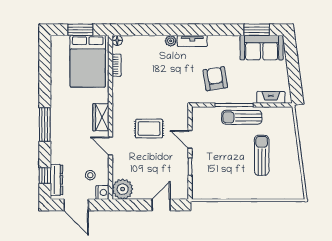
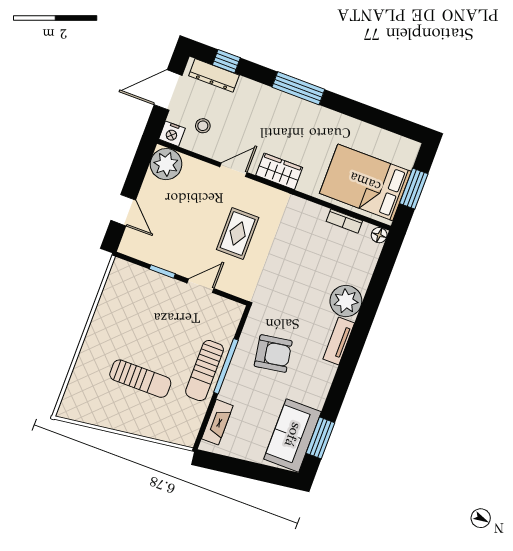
plant: (171, 41) -> (346, 301), width x1.88, depth x1.88
sun lounger: (242, 117) -> (205, 371), turned 180

